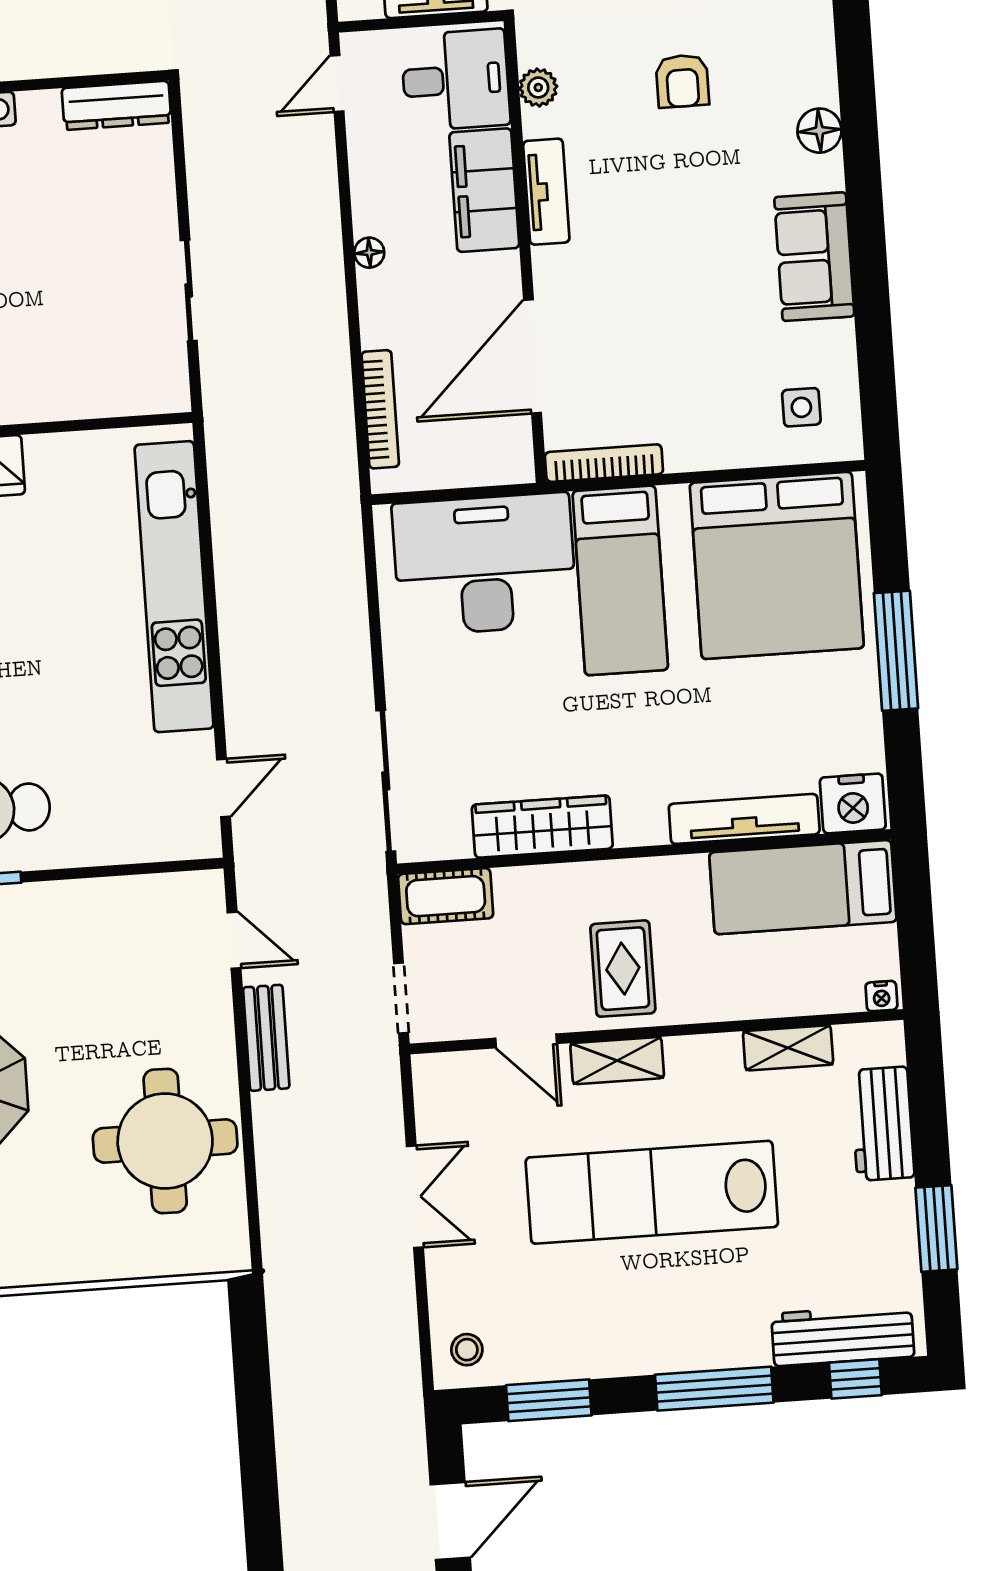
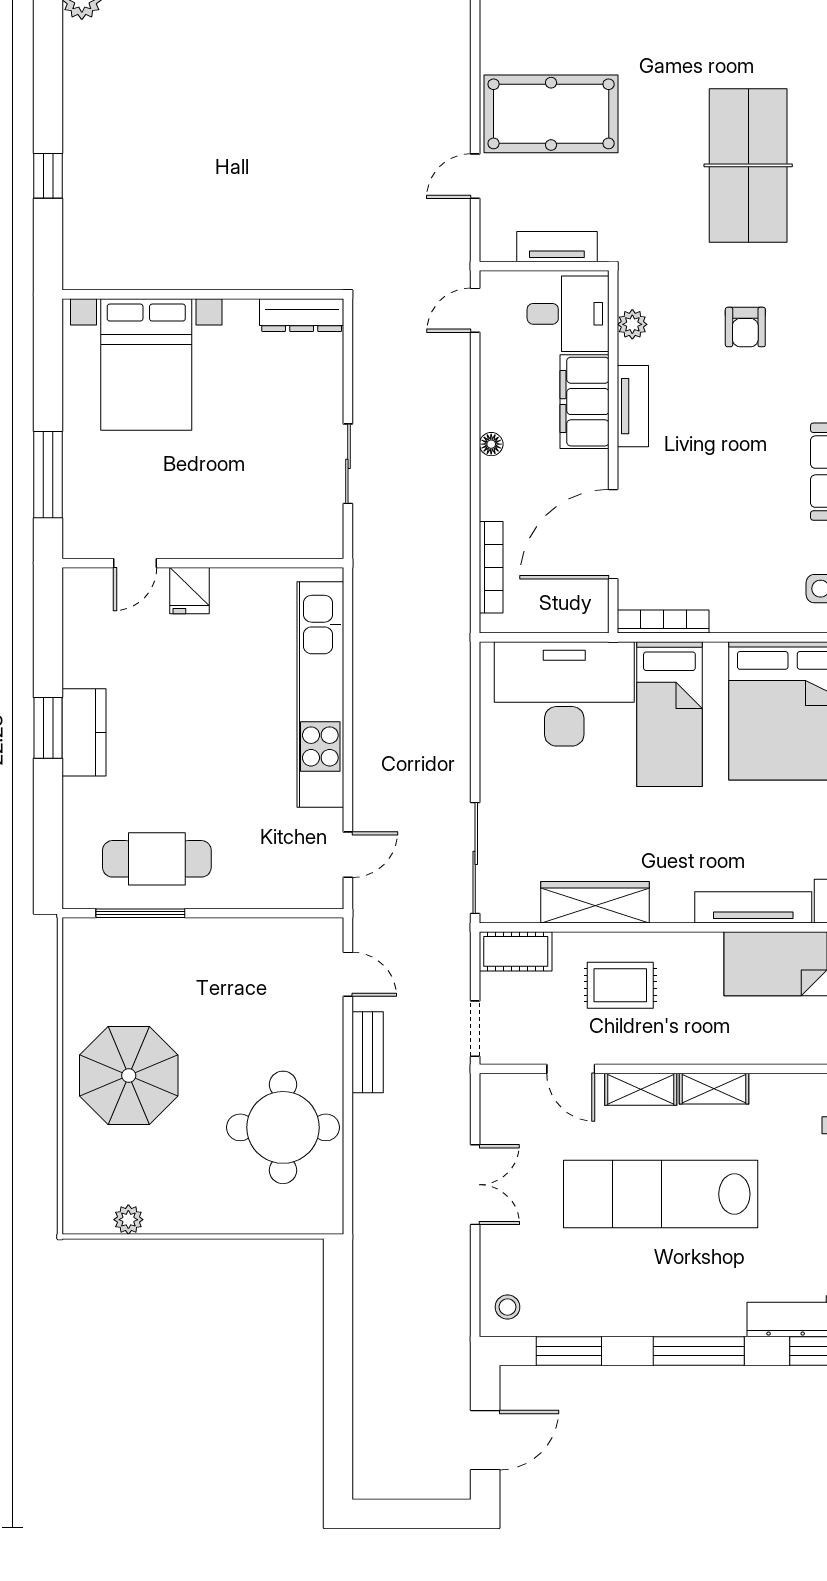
rug: (623, 969) -> (620, 985), moved, turned 90
shelving: (788, 1048) -> (714, 1089), moved

